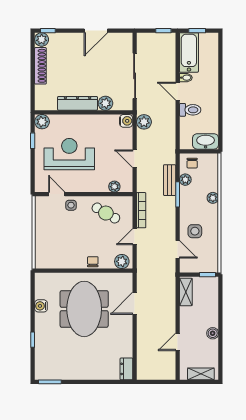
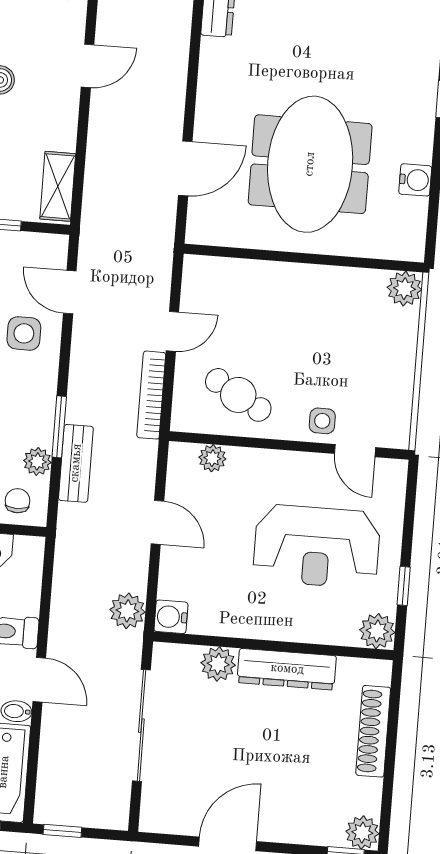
shoe rack: (40, 66) -> (373, 731), moved
plant: (122, 261) -> (404, 289), moved
chair: (93, 262) -> (280, 278), removed

